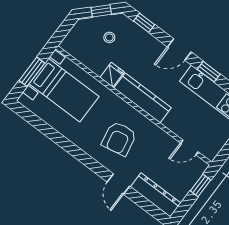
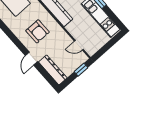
armchair: (119, 139) -> (38, 31), turned -79

